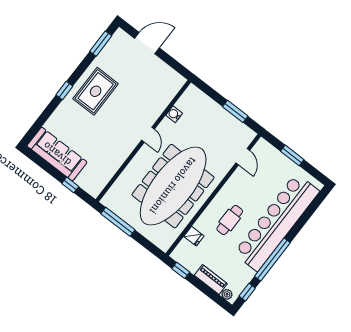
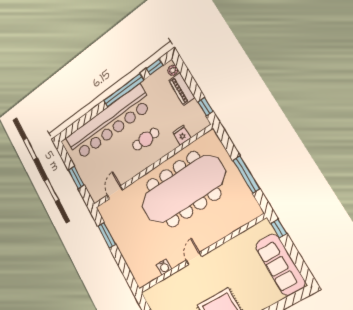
water cooler: (174, 114) -> (164, 267), moved
door: (148, 135) -> (194, 258), moved
wall: (143, 141) -> (200, 255), moved

